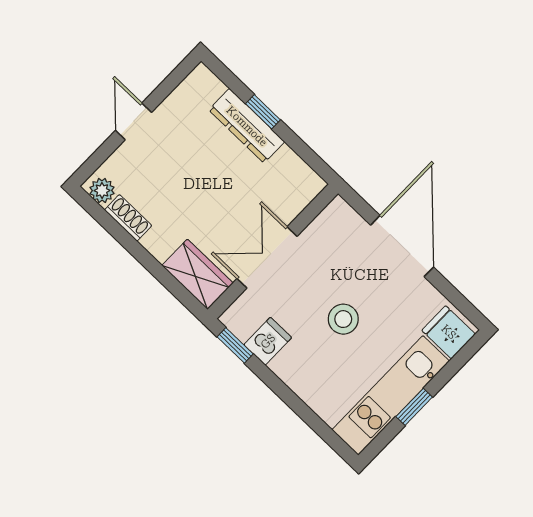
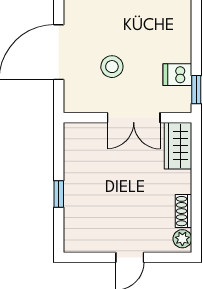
dresser: (247, 126) -> (75, 195), removed
stool: (343, 319) -> (112, 67), moved

